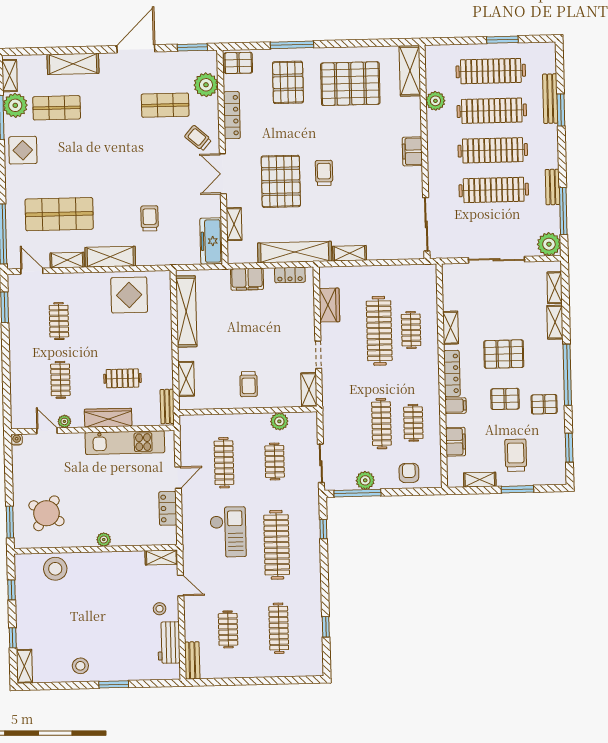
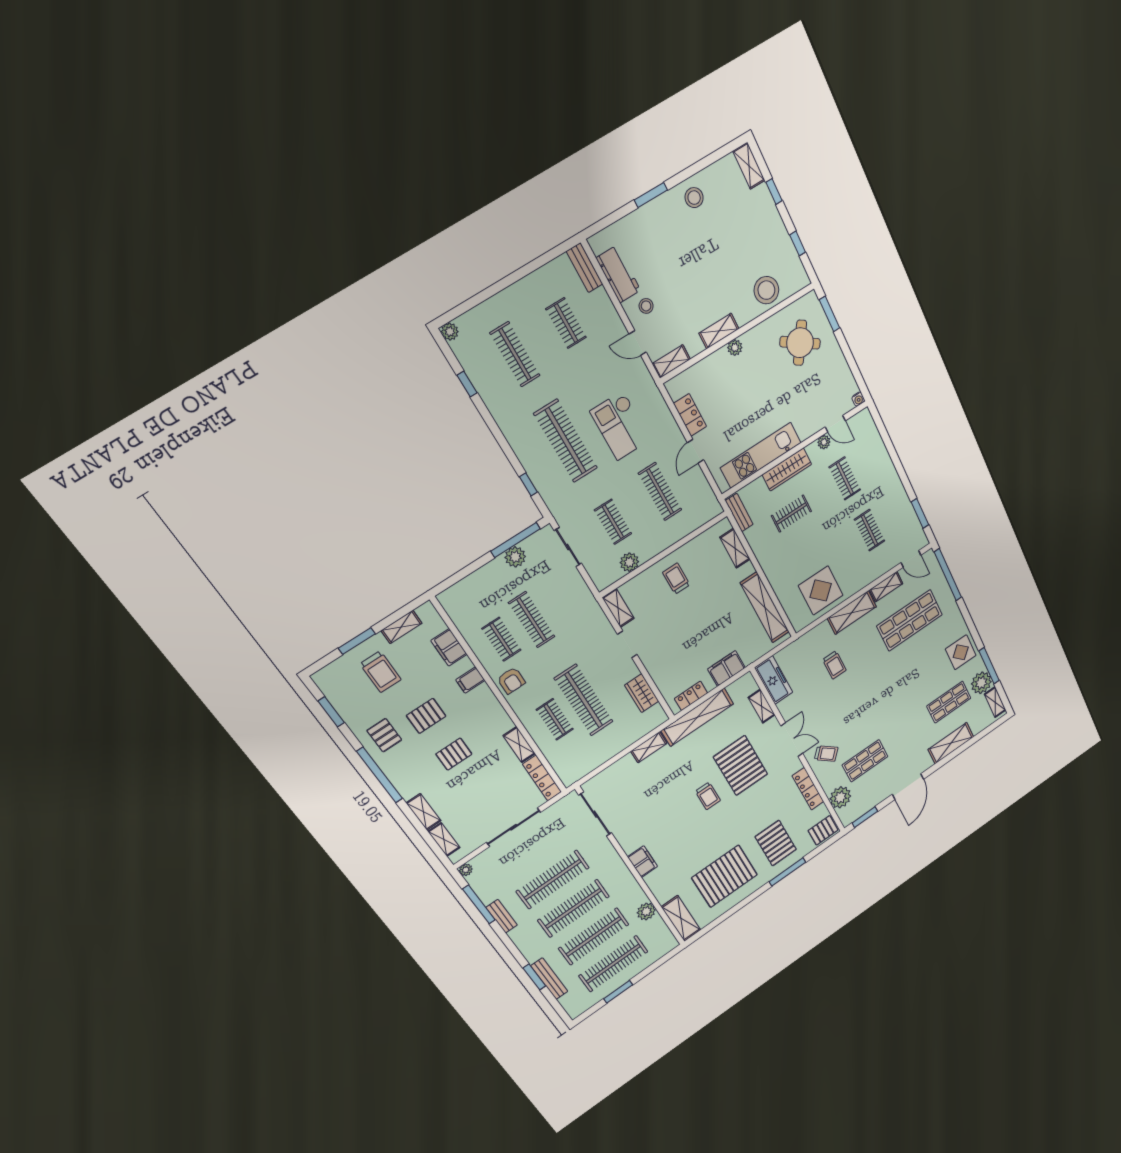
plant: (549, 244) -> (466, 870), width x0.53, depth x0.53
pallet: (504, 354) -> (454, 754), width x0.67, depth x0.71
locker: (452, 373) -> (542, 778), moved
pallet: (544, 404) -> (384, 735), turned 90
armchair: (409, 473) -> (511, 681), moved
shelving: (110, 559) -> (719, 331), added
plant: (316, 669) -> (450, 332), added

